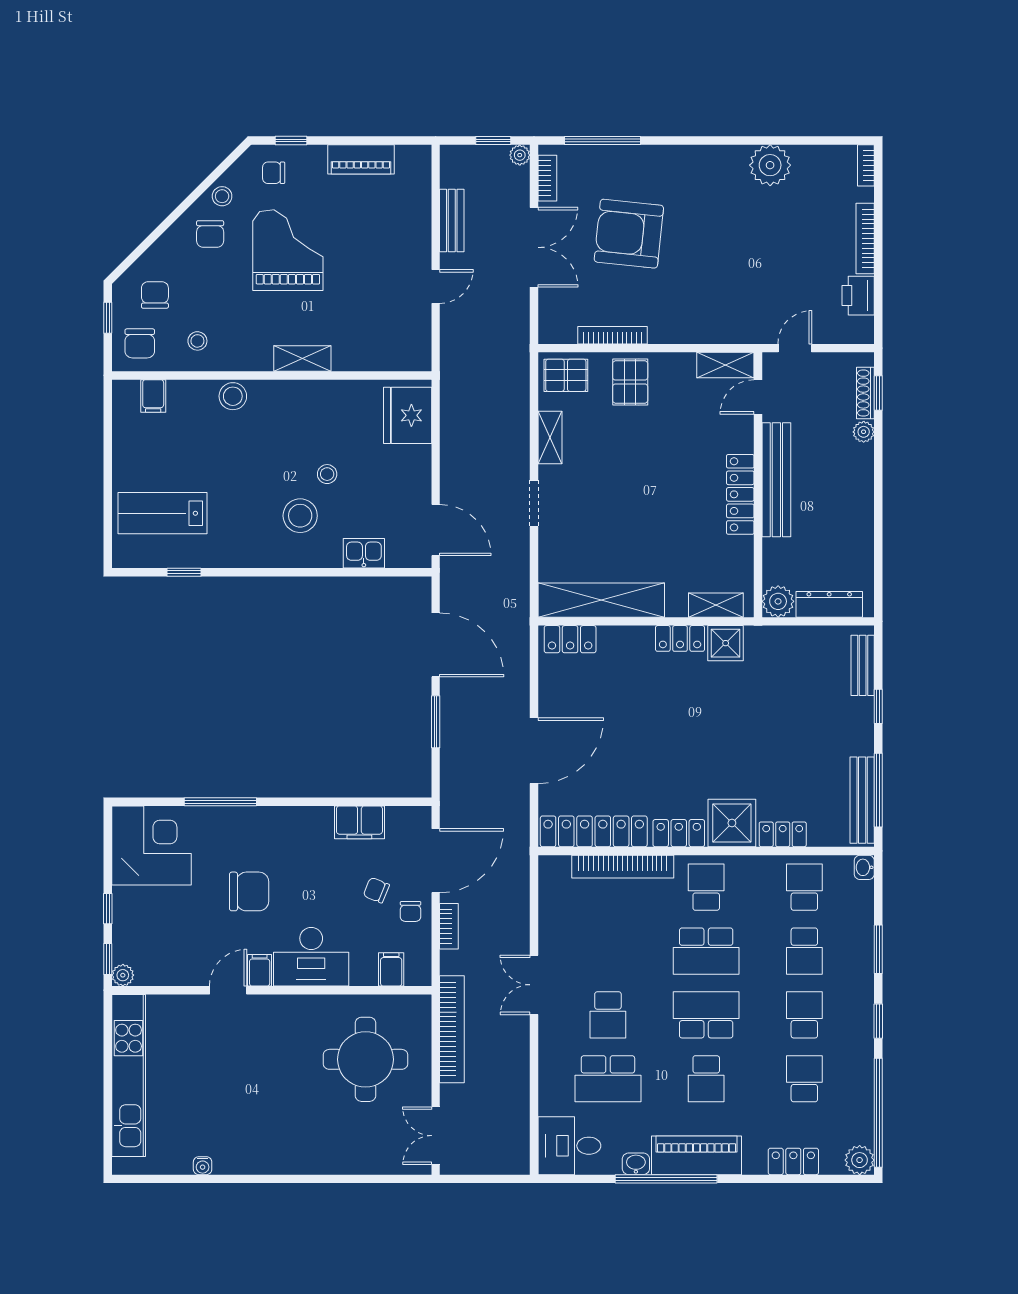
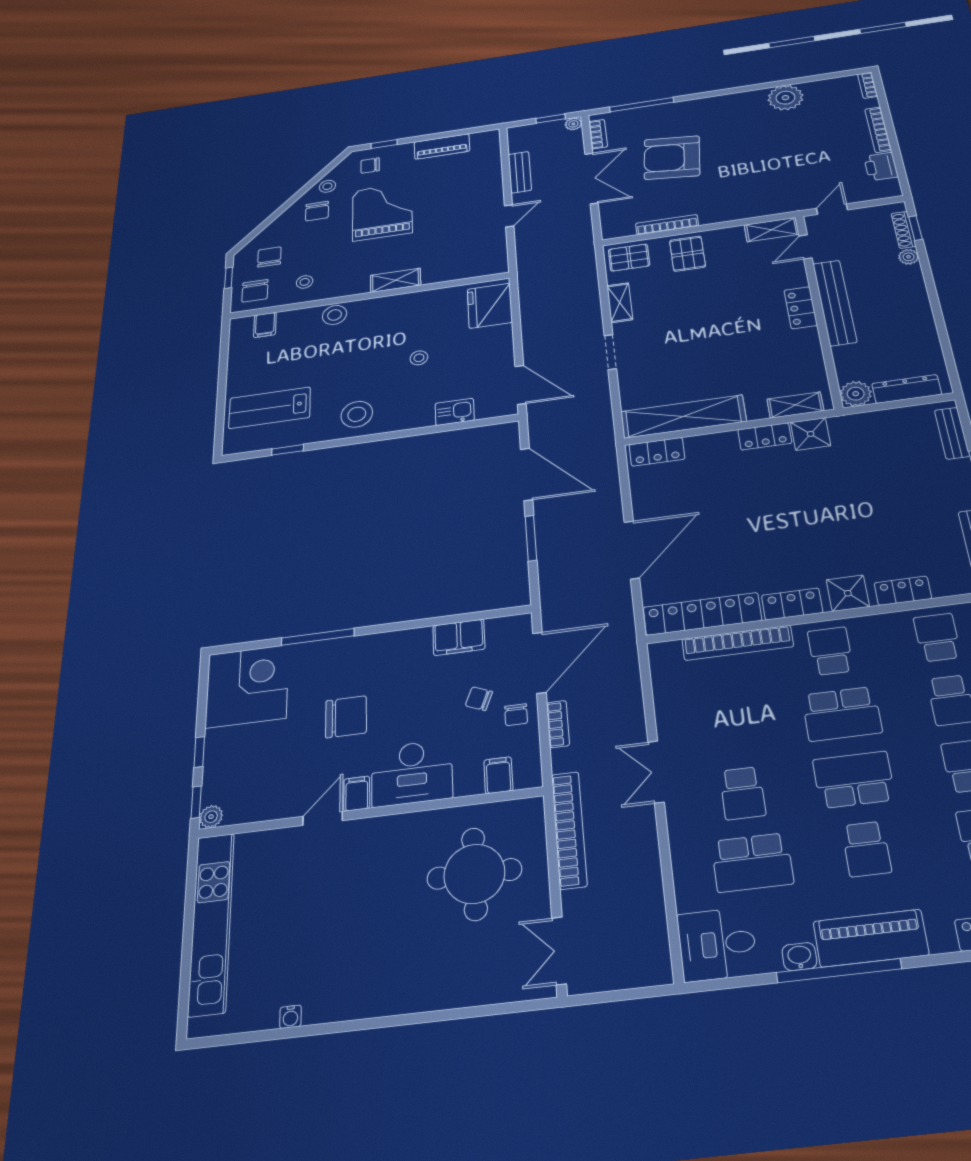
locker: (740, 494) -> (801, 308), width x0.66
stool: (300, 516) -> (357, 414), moved
shower: (732, 823) -> (848, 593), width x0.73, depth x0.73

